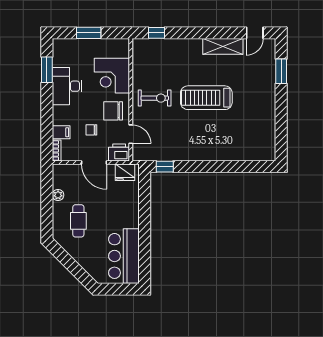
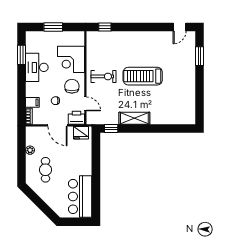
shelving: (223, 46) -> (134, 118), moved
chair: (113, 111) -> (72, 86), turned 90

